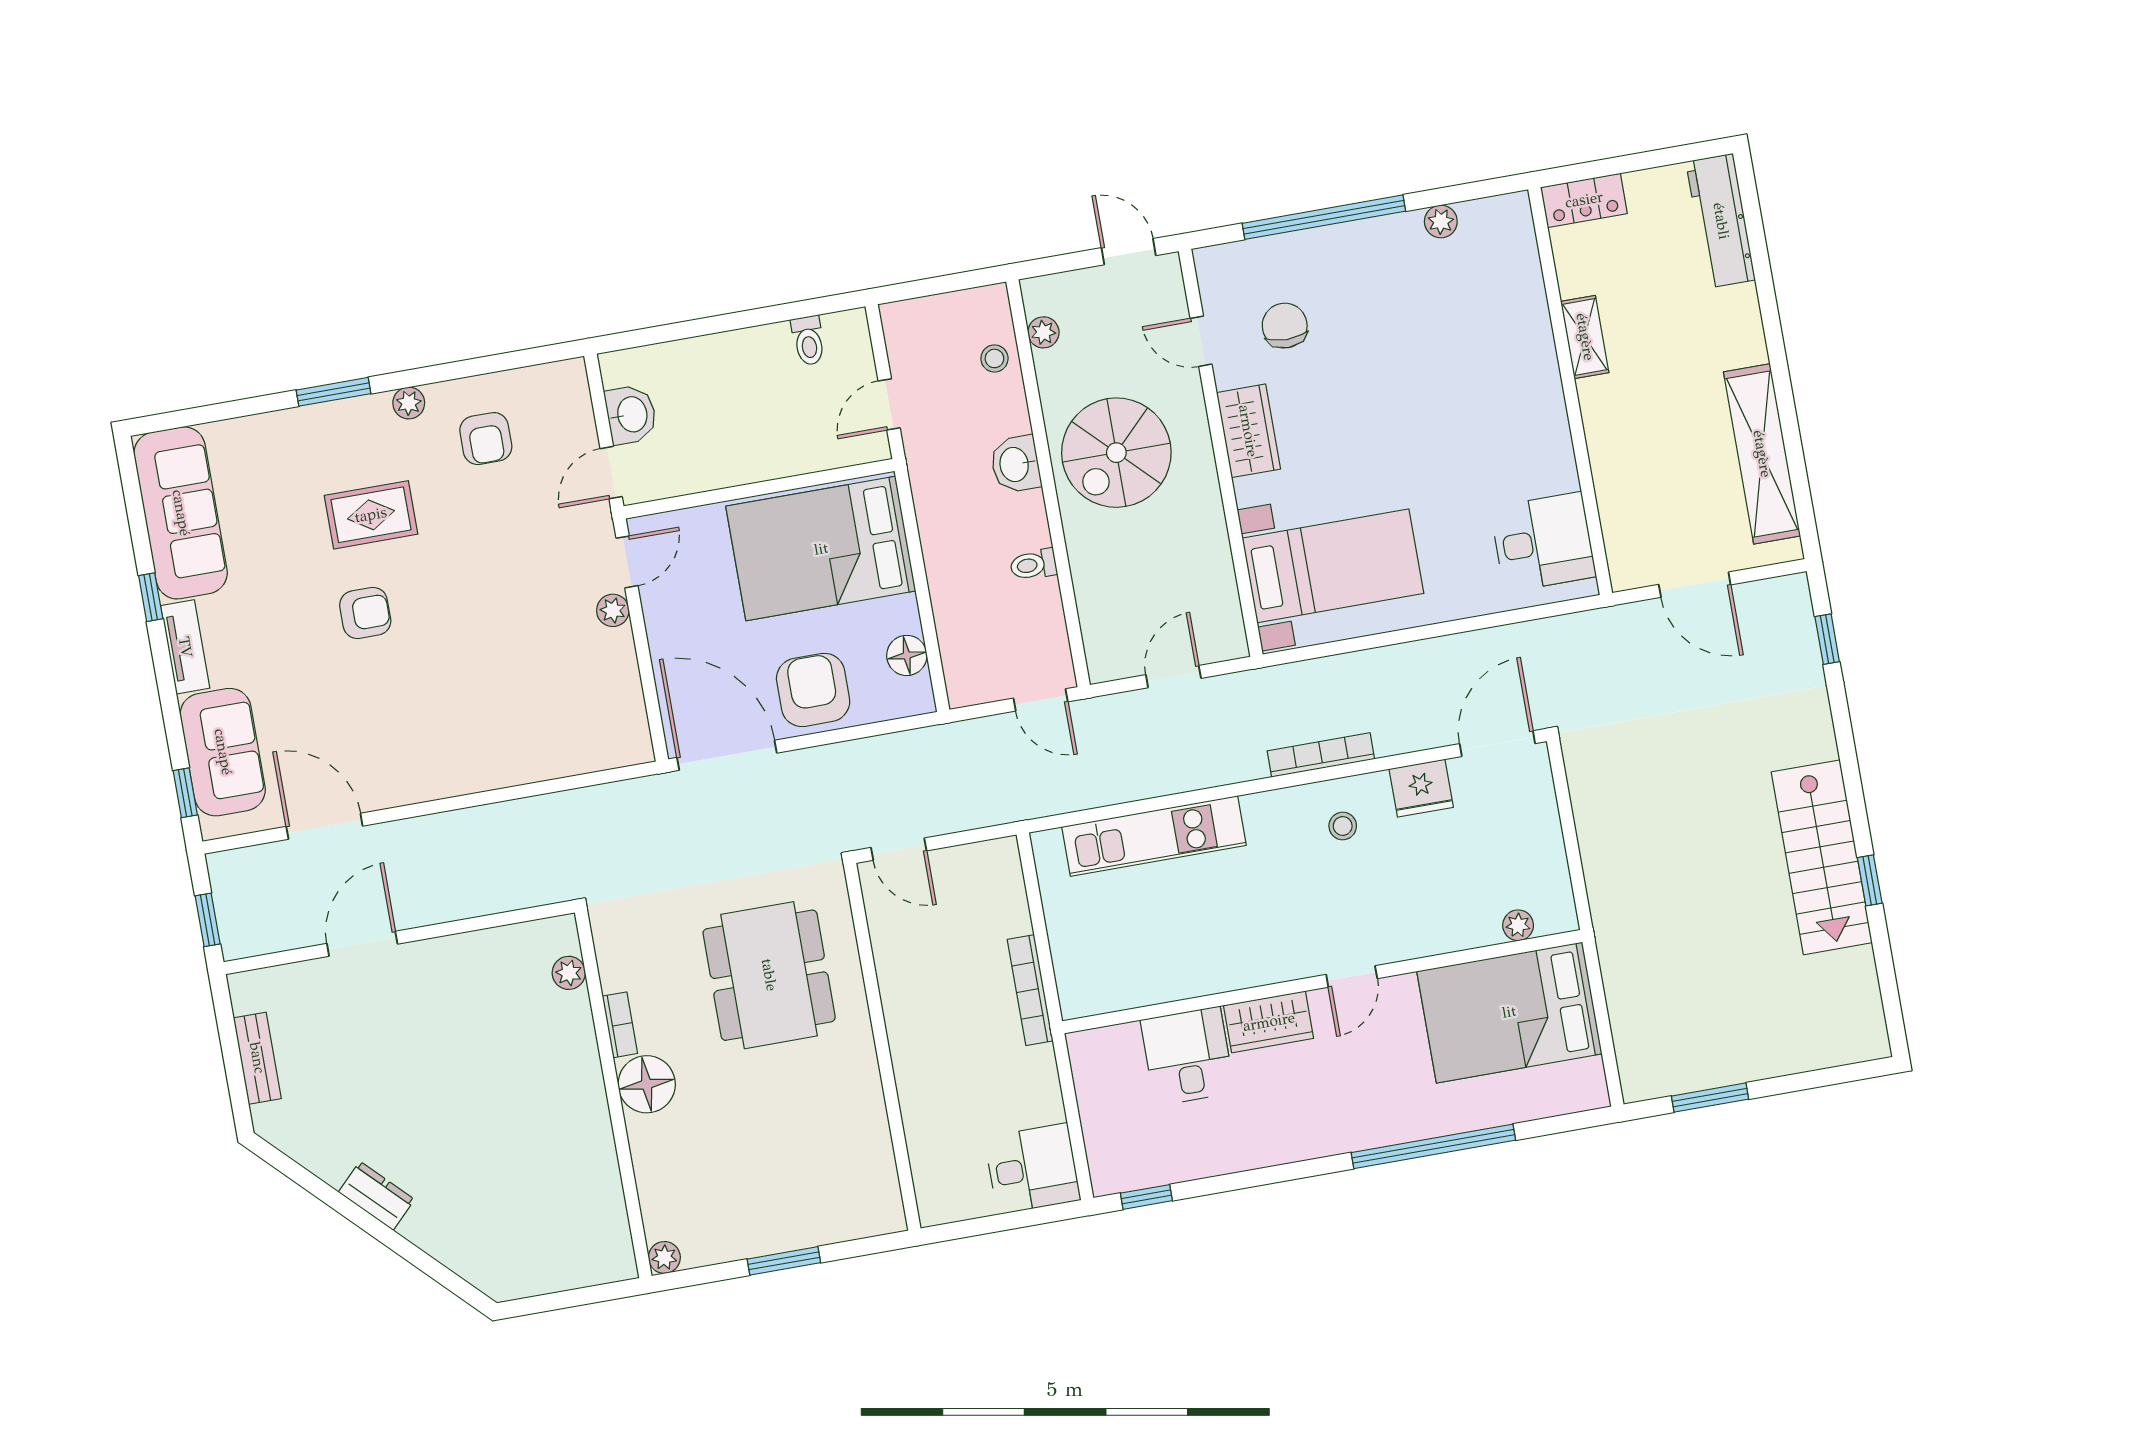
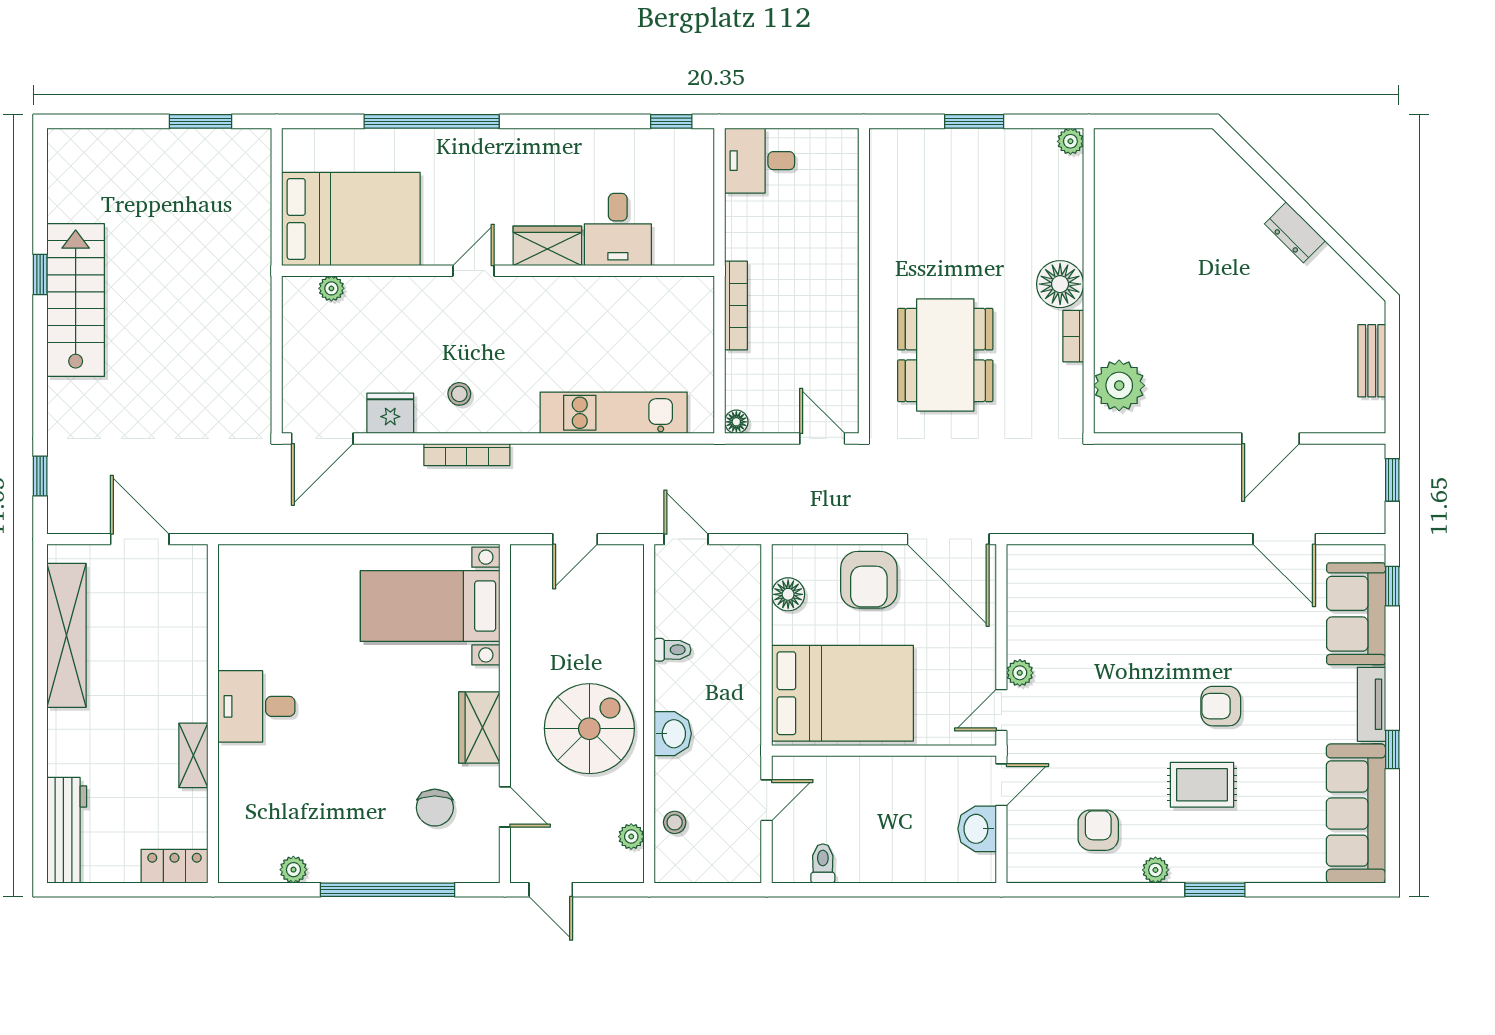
desk: (1543, 542) -> (256, 706), moved
floor lamp: (1005, 851) -> (736, 422), added
plant: (569, 973) -> (1119, 385), width x1.88, depth x1.88

